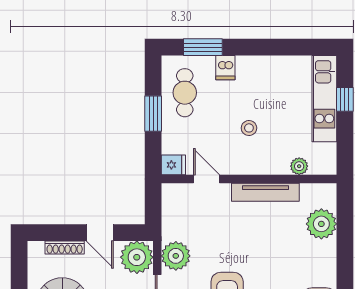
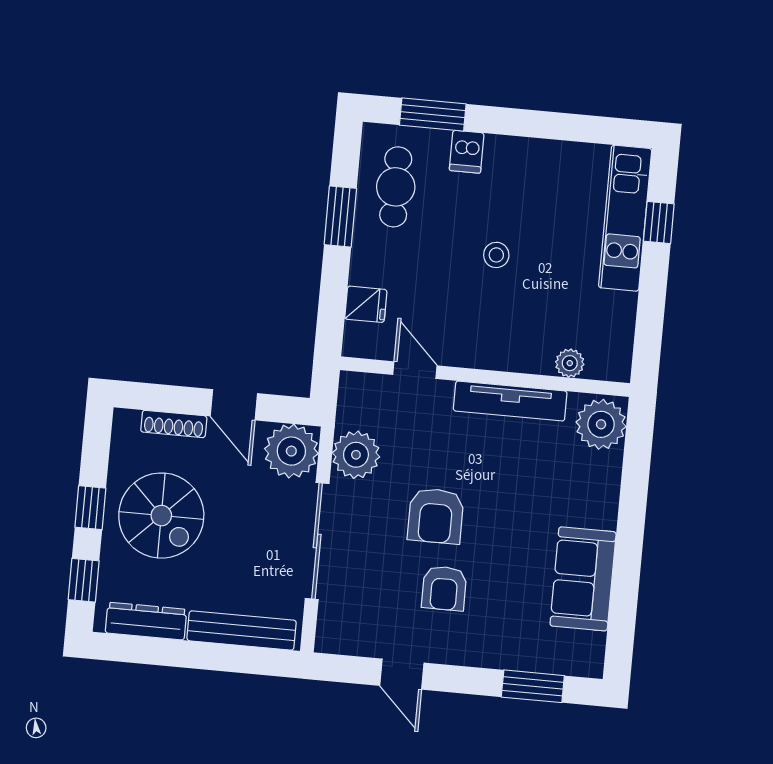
plant: (299, 166) -> (570, 363), moved
door: (207, 179) -> (415, 370), moved
wall: (249, 179) -> (485, 377), moved
tv unit: (265, 192) -> (510, 401), moved

